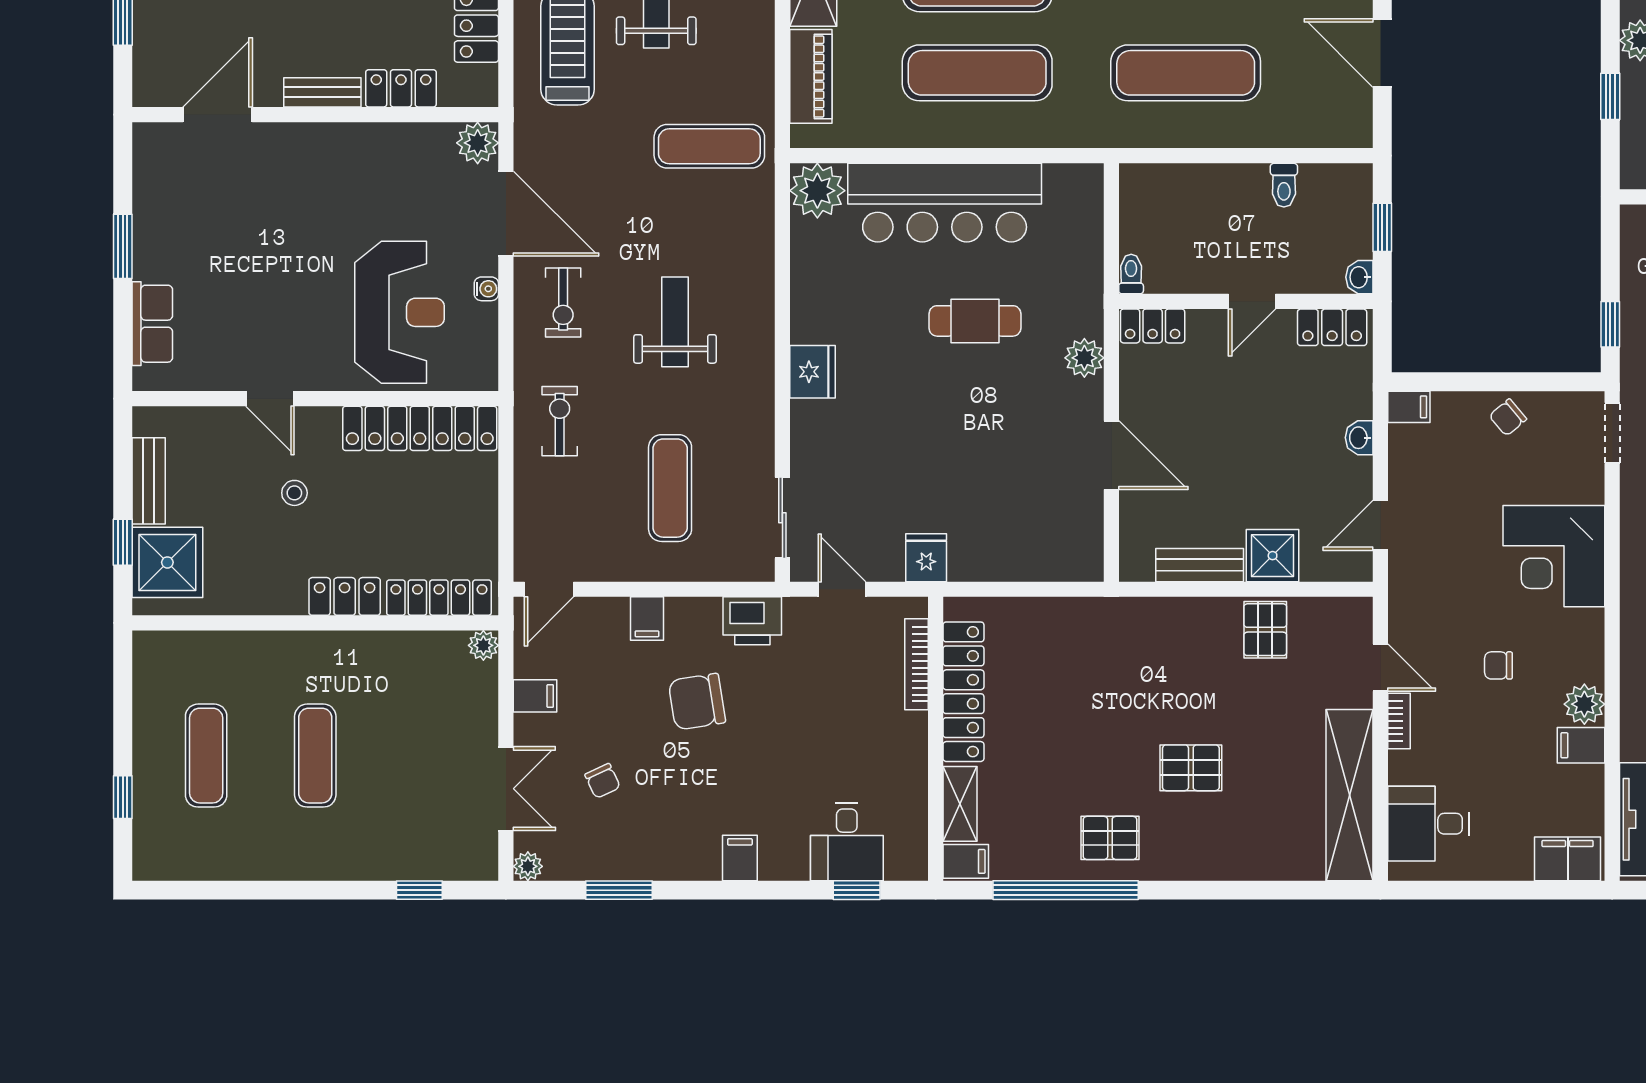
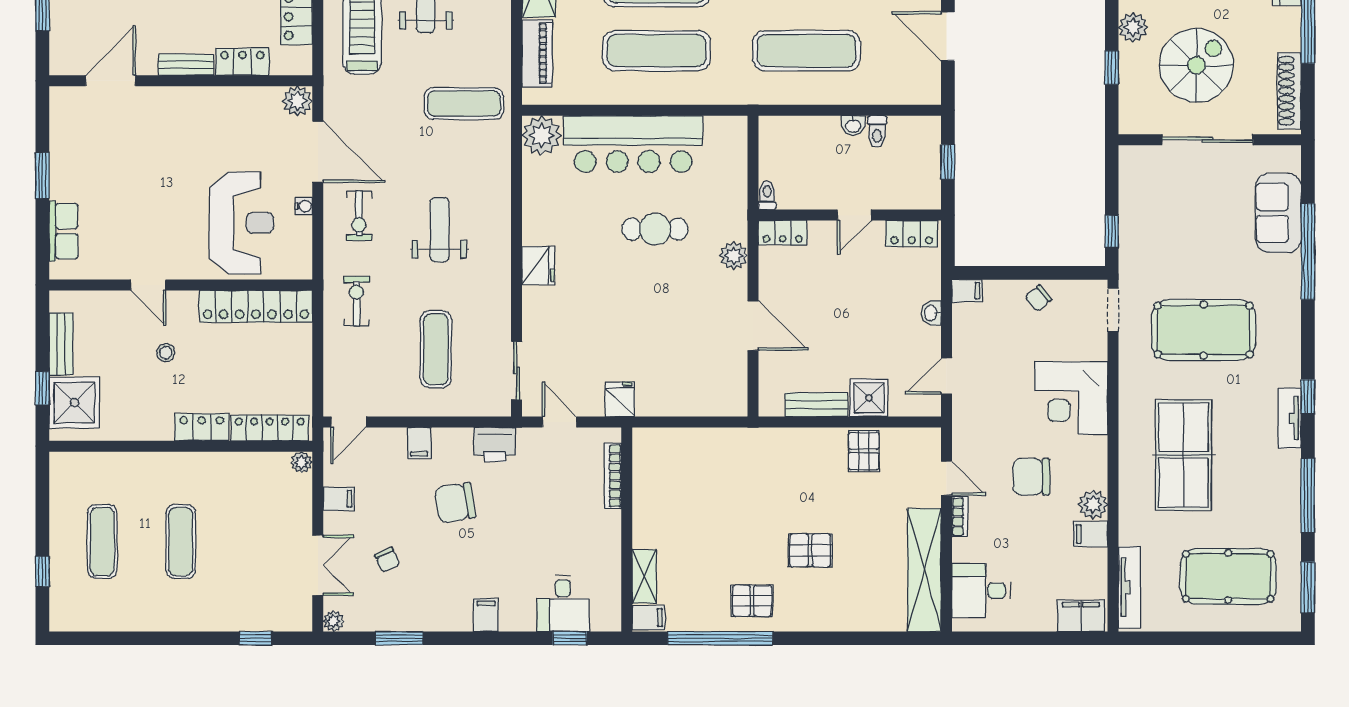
washbasin: (1359, 277) -> (853, 125), moved, turned -90
chair: (1498, 665) -> (1031, 477), width x1.87, depth x1.87
locker: (963, 692) -> (647, 496), removed

